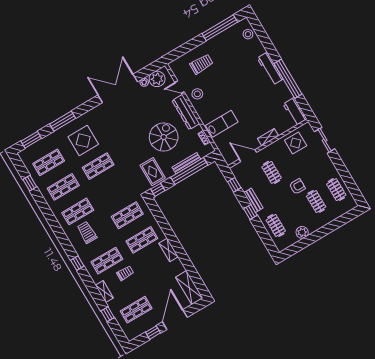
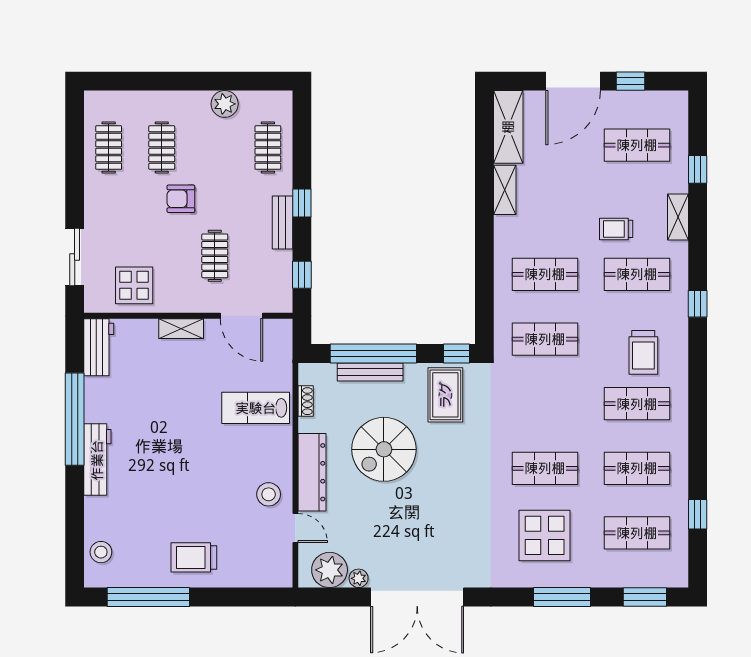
trolley: (201, 64) -> (194, 557), moved
shelving: (169, 250) -> (505, 190), moved

